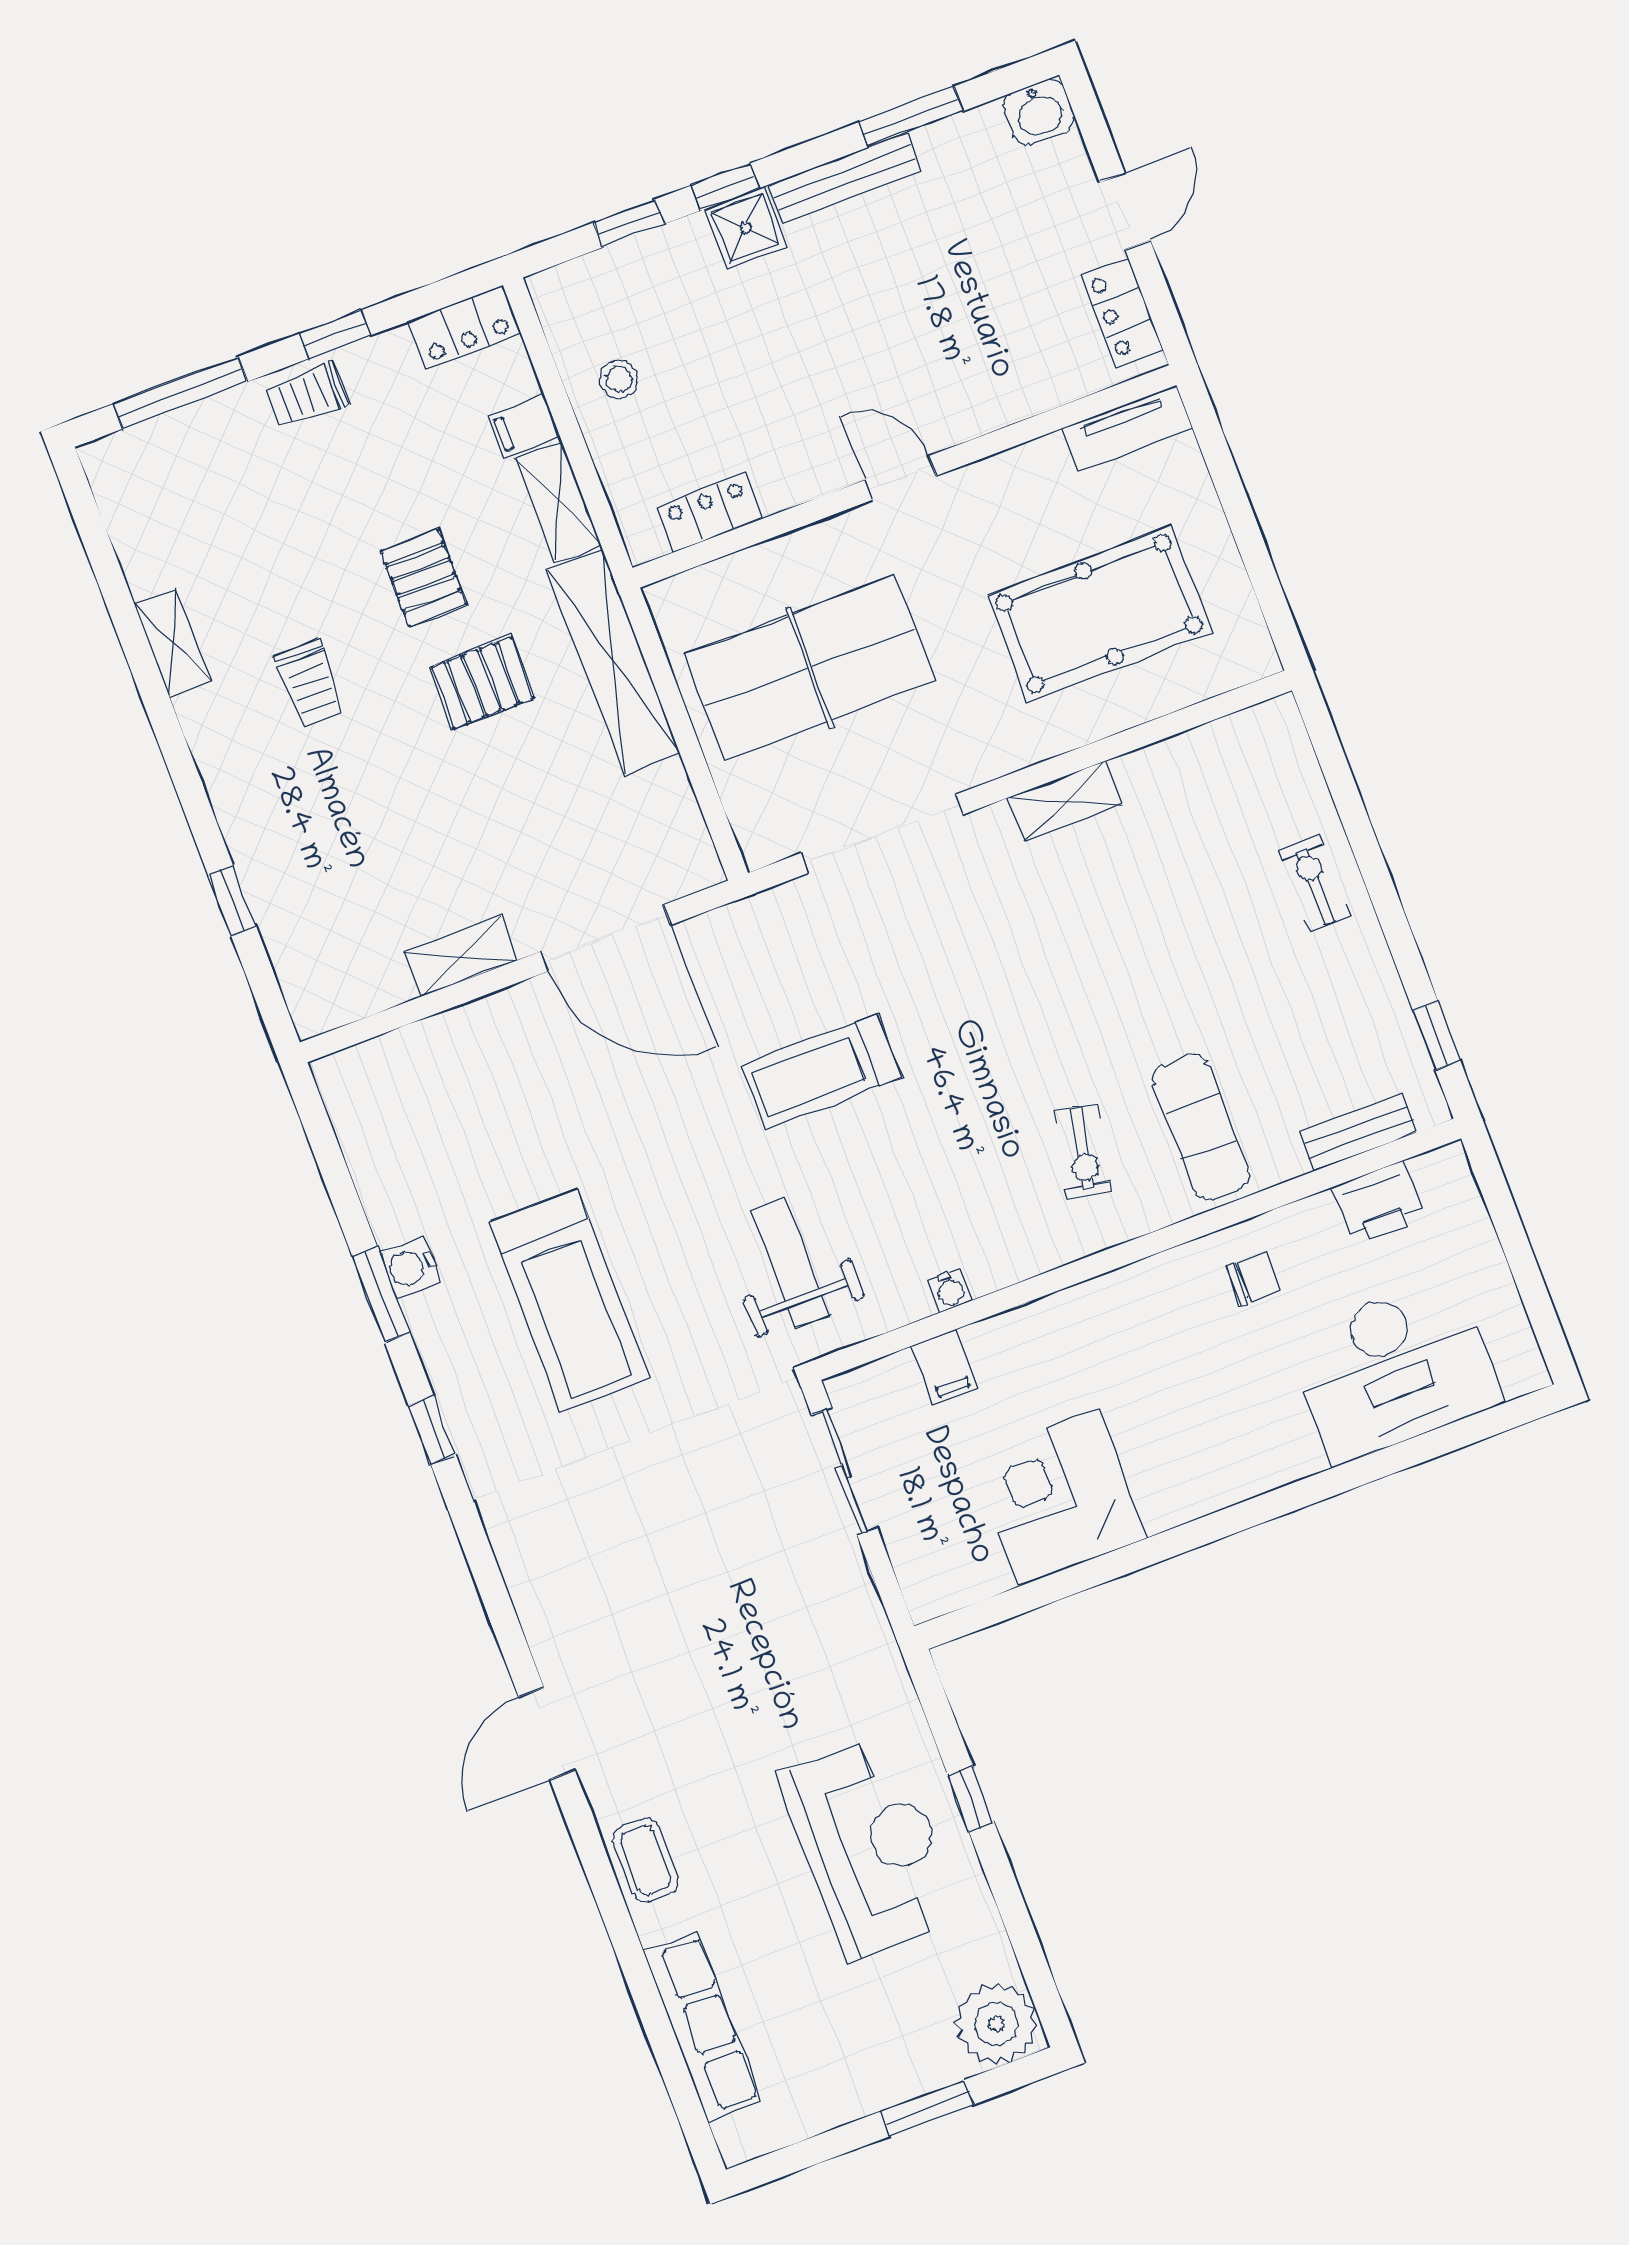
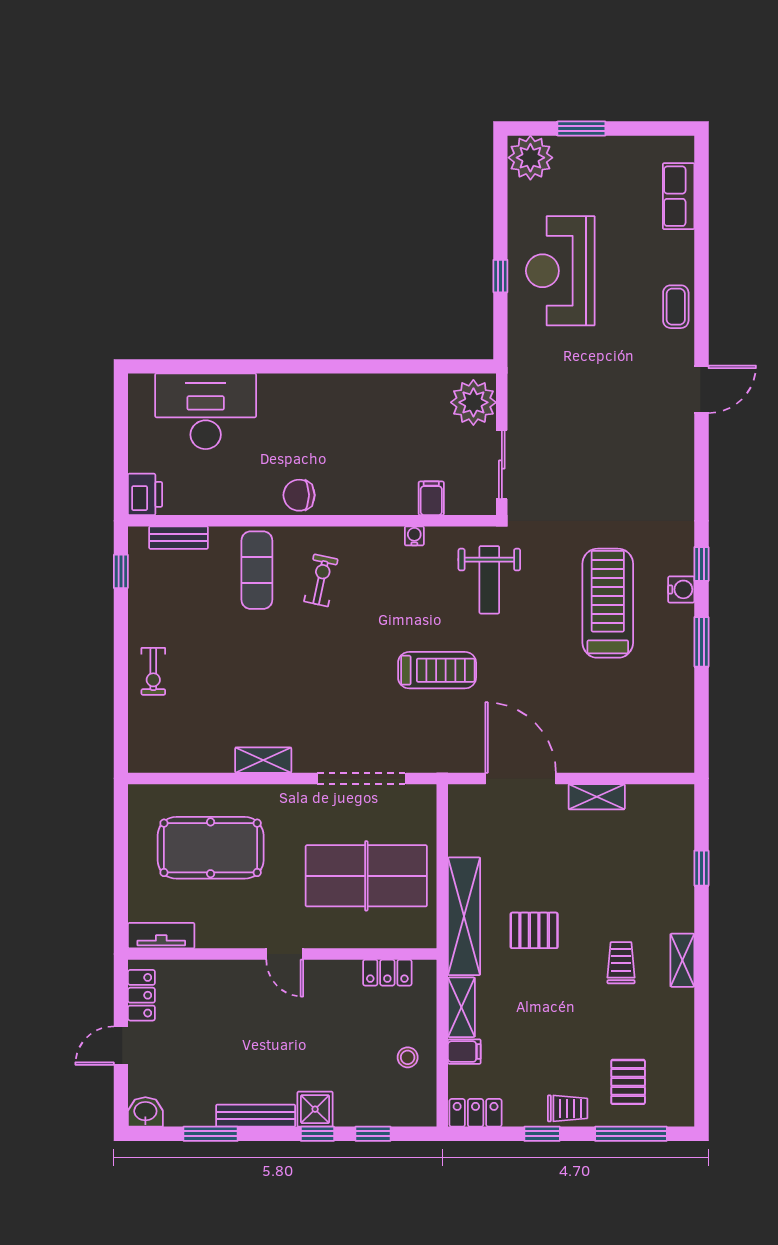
pallet: (424, 578) -> (628, 1082), moved
shelving: (172, 643) -> (682, 960), moved
printer: (1379, 1203) -> (145, 494), moved, turned 90
water cooler: (411, 1267) -> (681, 589), moved
chair: (1254, 1279) -> (299, 495), moved, width x1.37, depth x1.37
corner desk: (1059, 1497) -> (399, 411), removed
plant: (935, 1561) -> (473, 402), added
row of seats: (703, 2027) -> (679, 196), width x0.68

